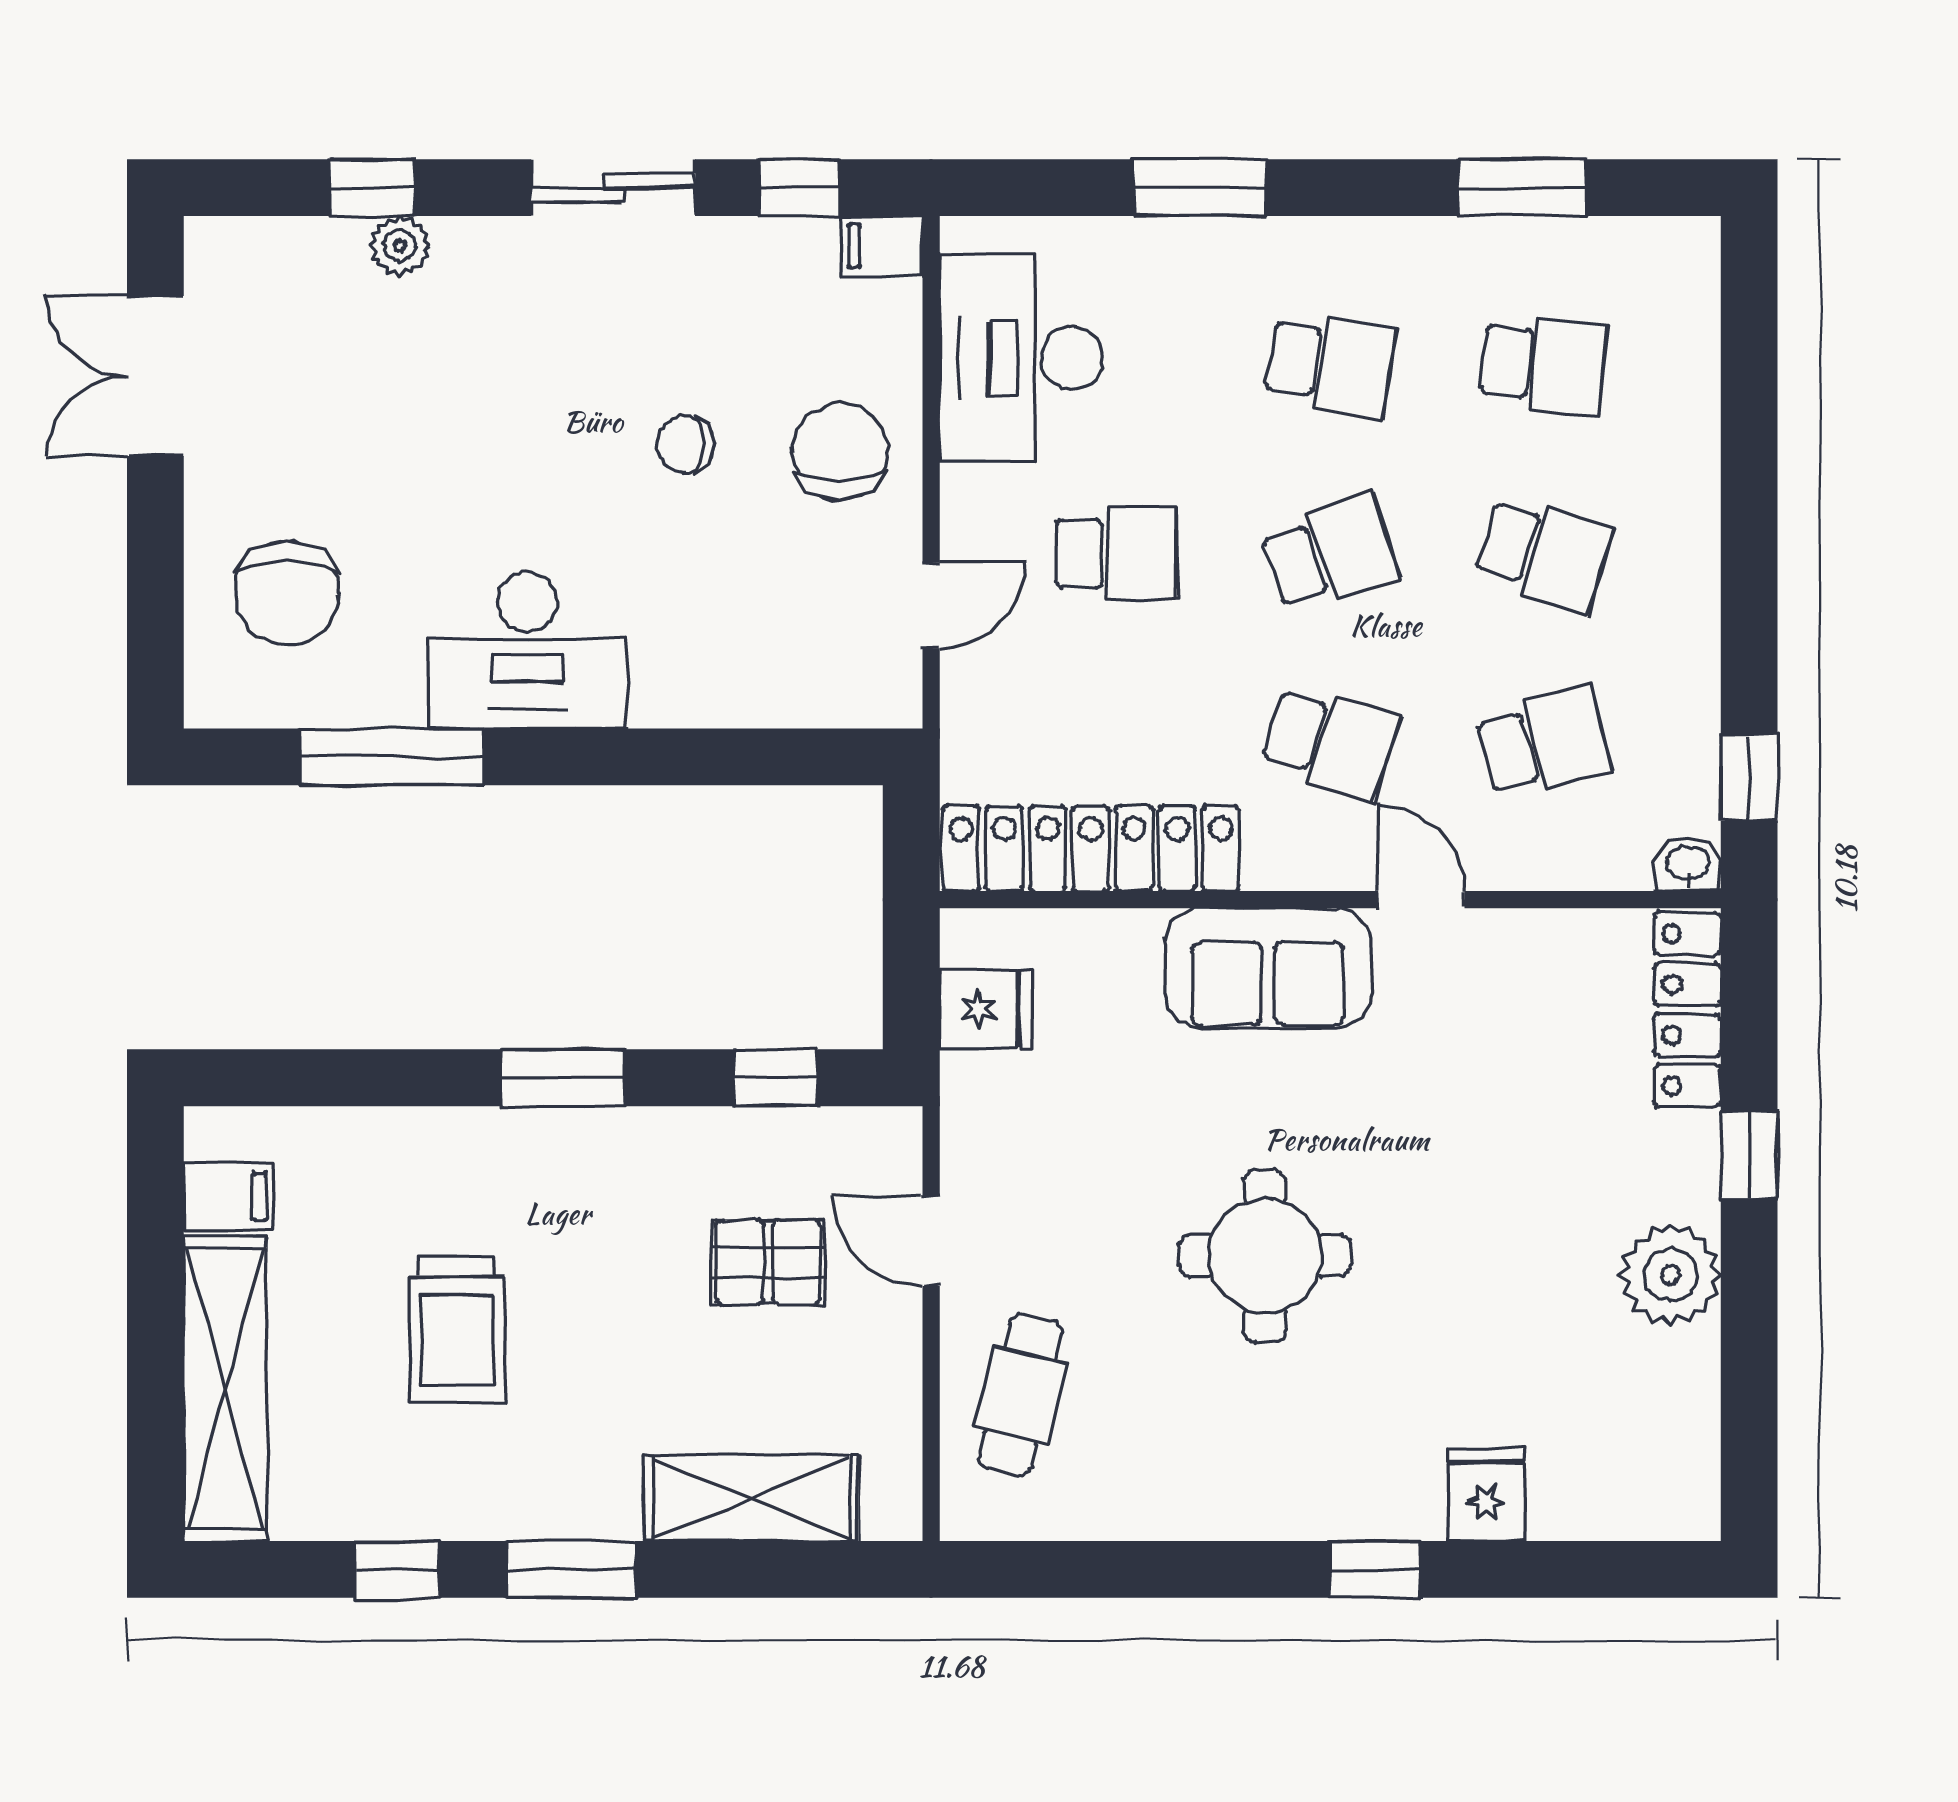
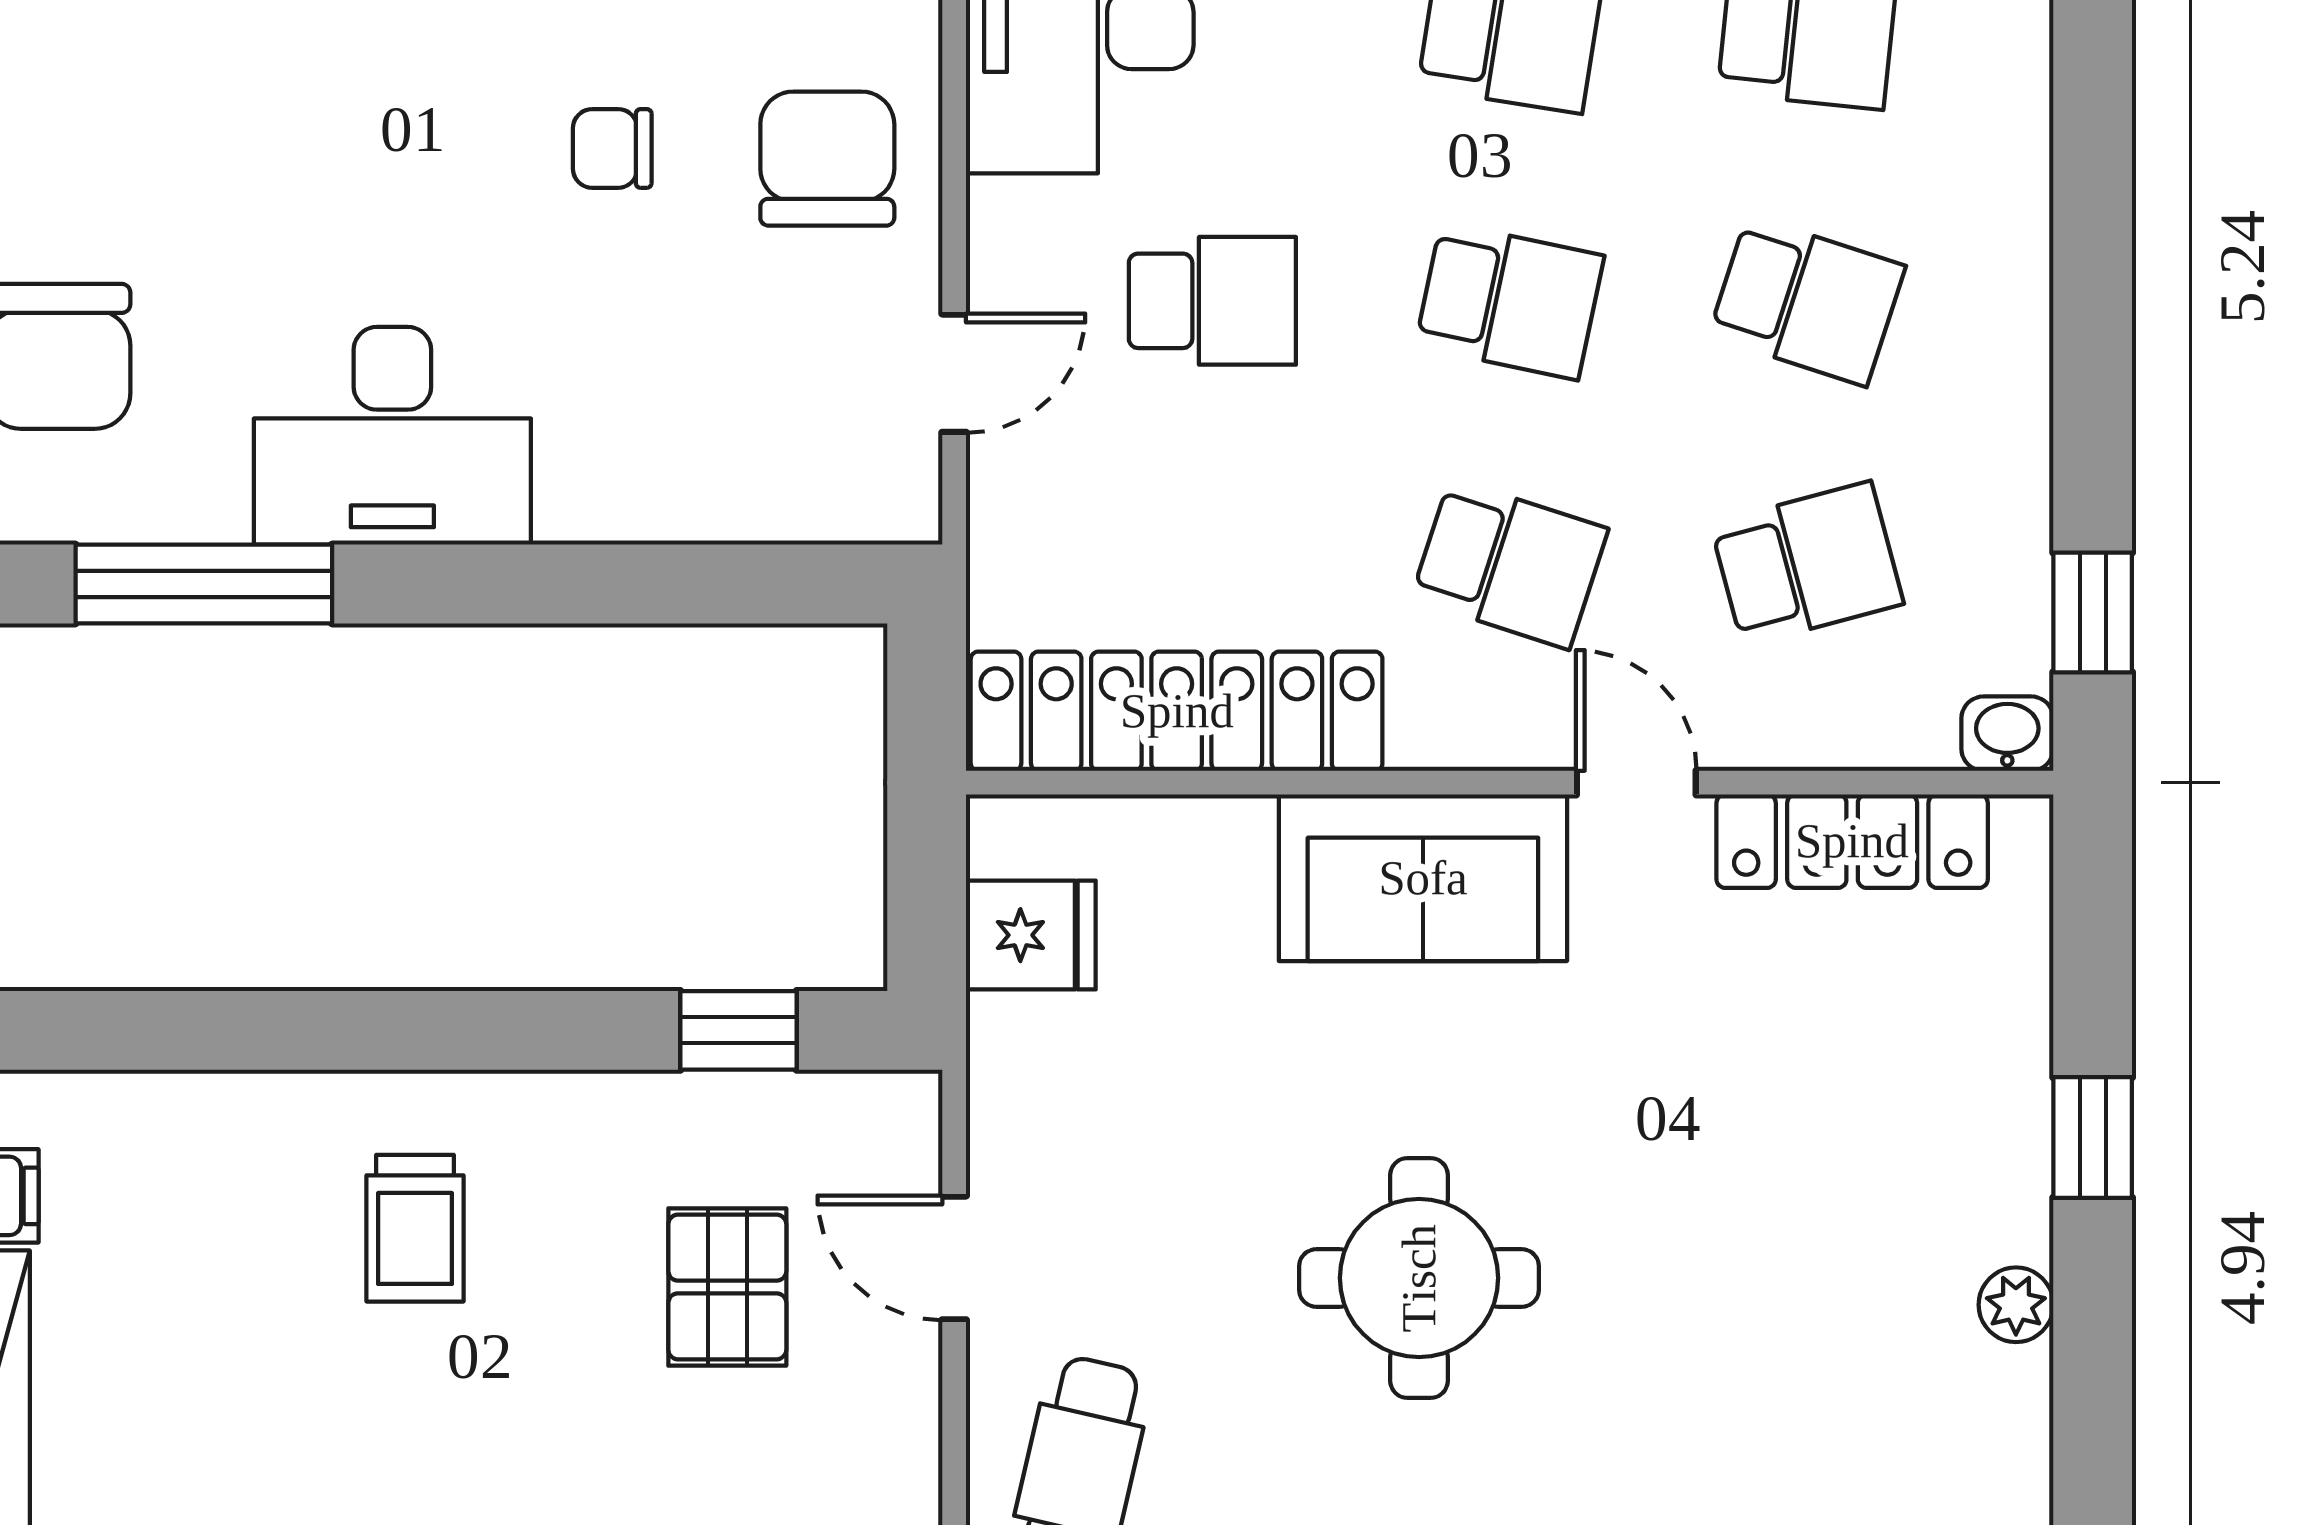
school desk: (1330, 554) -> (1510, 301), turned 30
locker: (1687, 1010) -> (1852, 841), moved, turned -90
window: (563, 1078) -> (442, 1030), removed
pallet: (768, 1262) -> (727, 1287), turned 90
plant: (1671, 1275) -> (2016, 1305), width x0.53, depth x0.53
trolley: (457, 1330) -> (415, 1228), moved, width x0.73, depth x0.72

